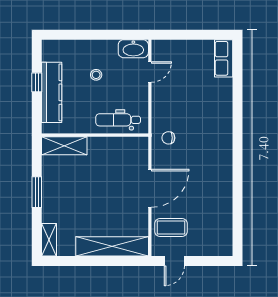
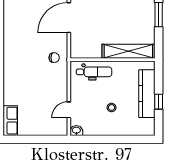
washbasin: (133, 49) -> (76, 131), width x0.52, depth x0.69
shelving: (64, 146) -> (128, 51), width x1.47

